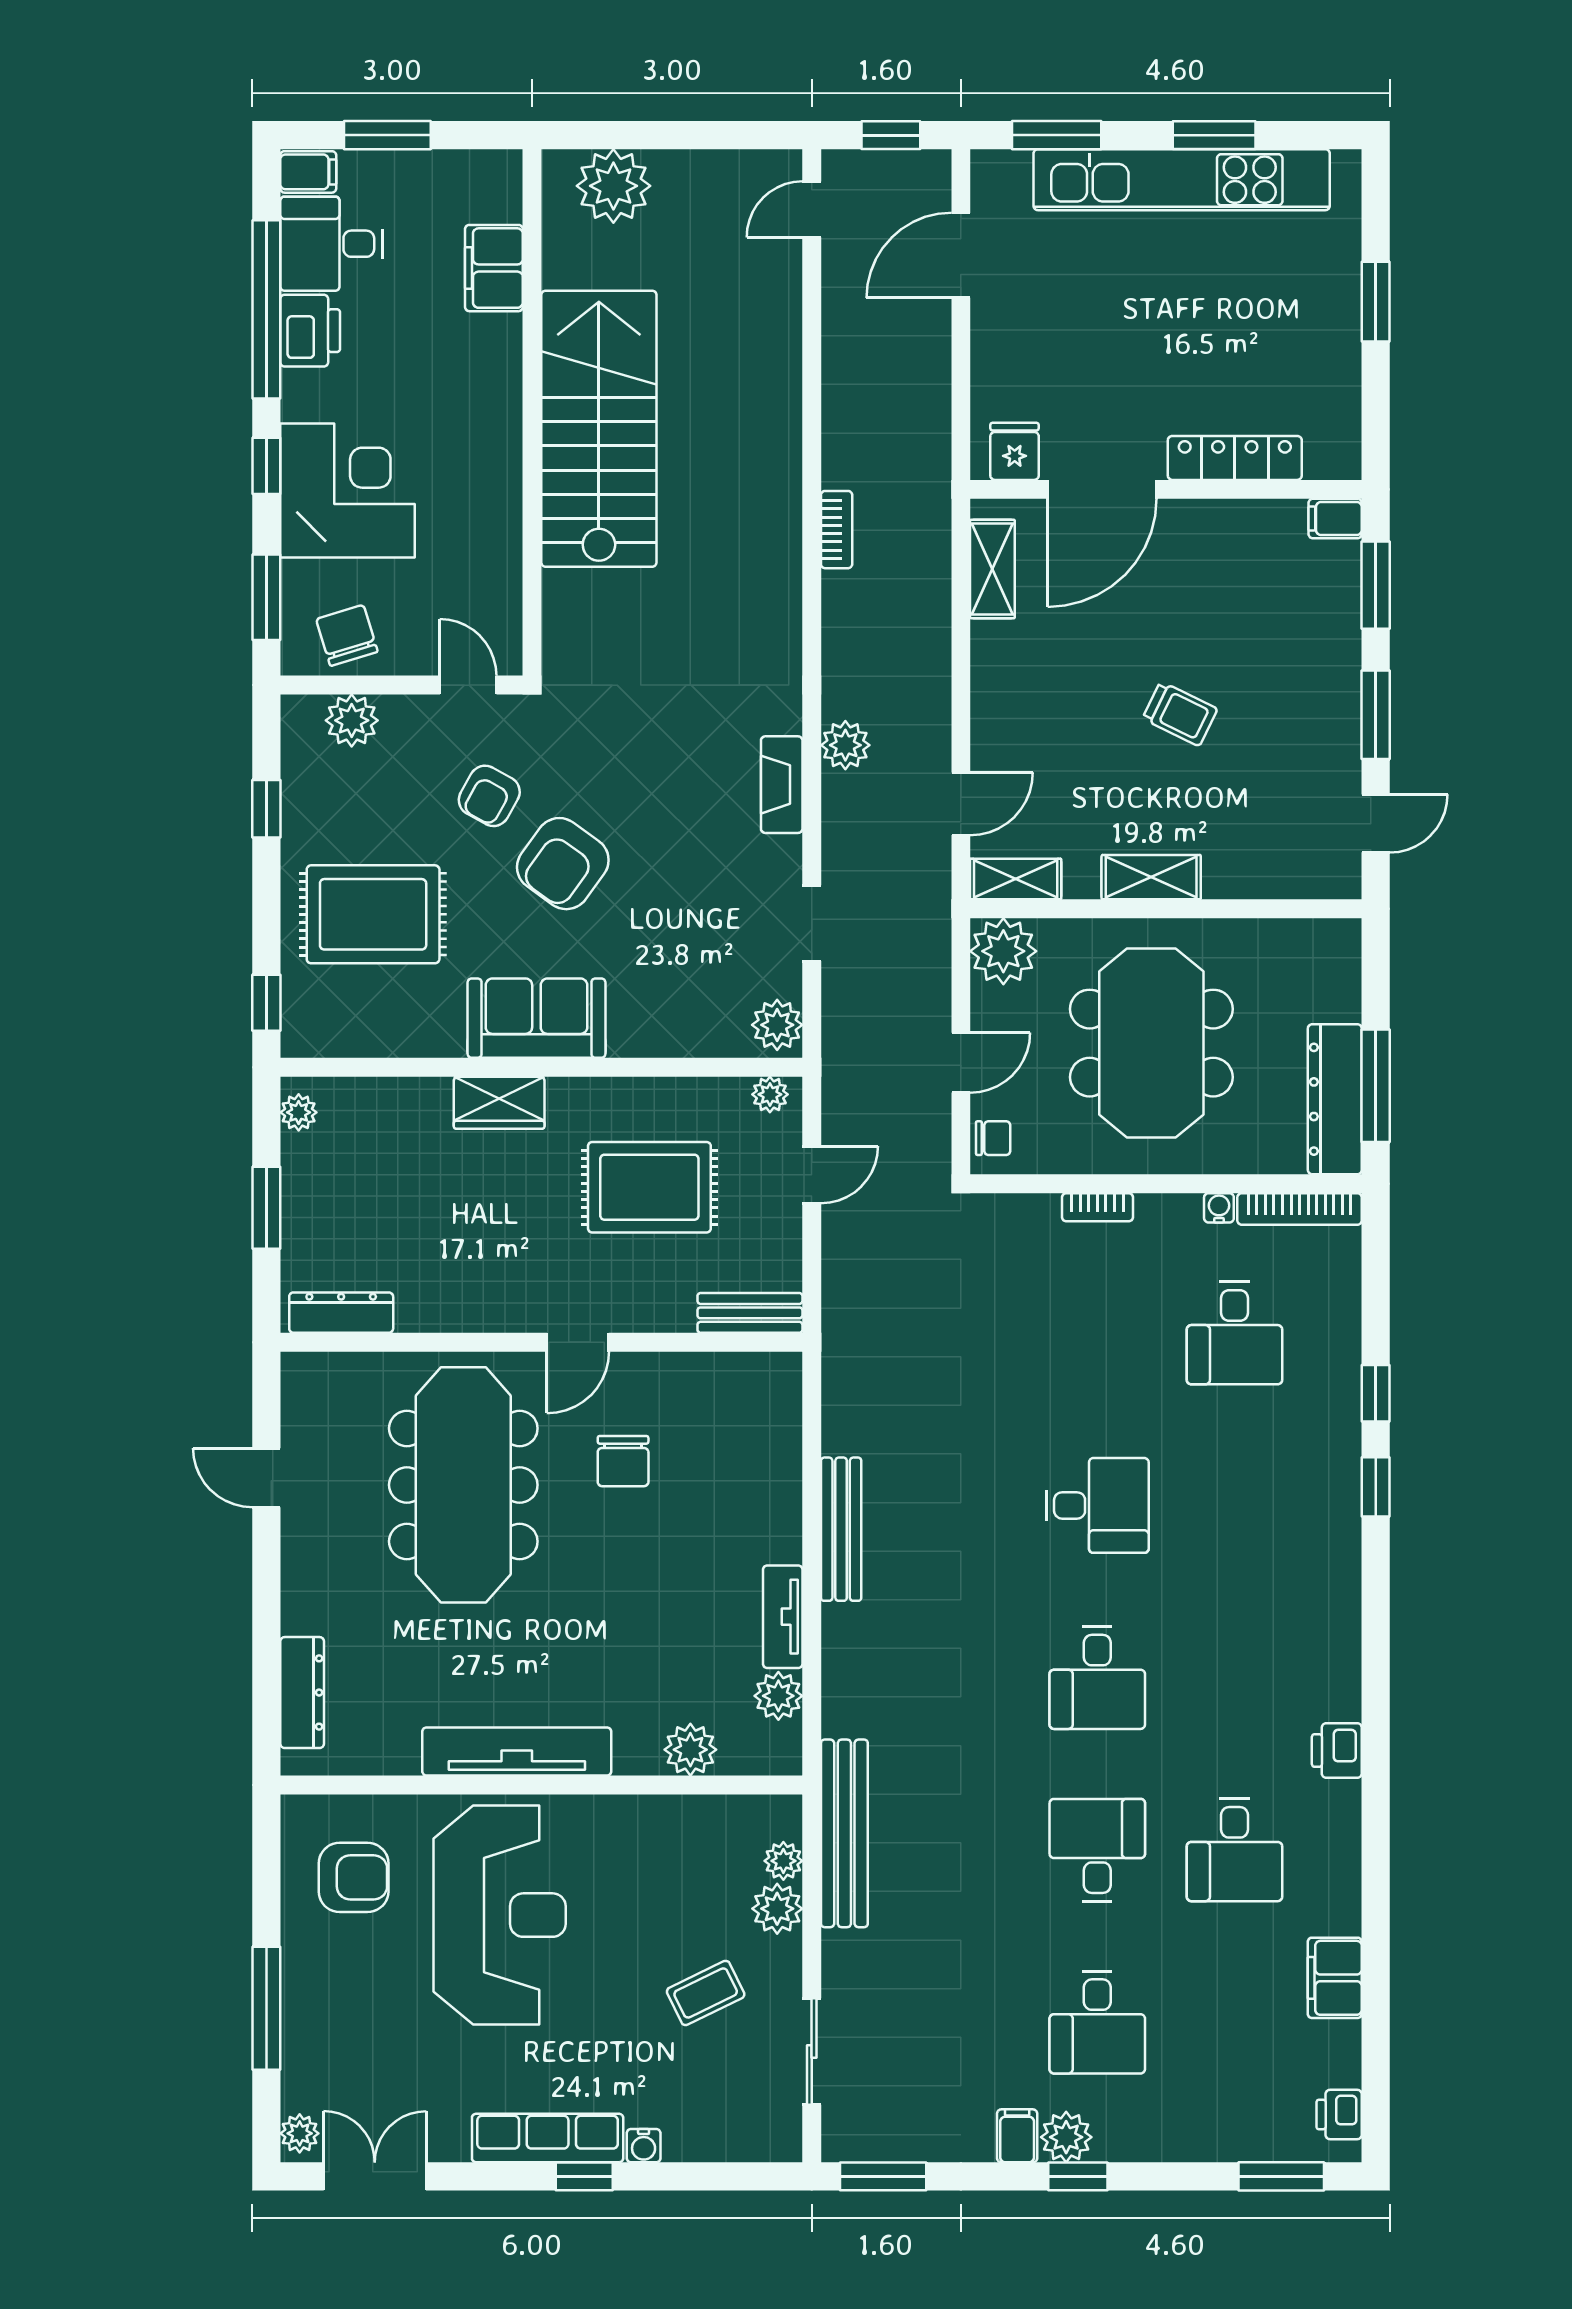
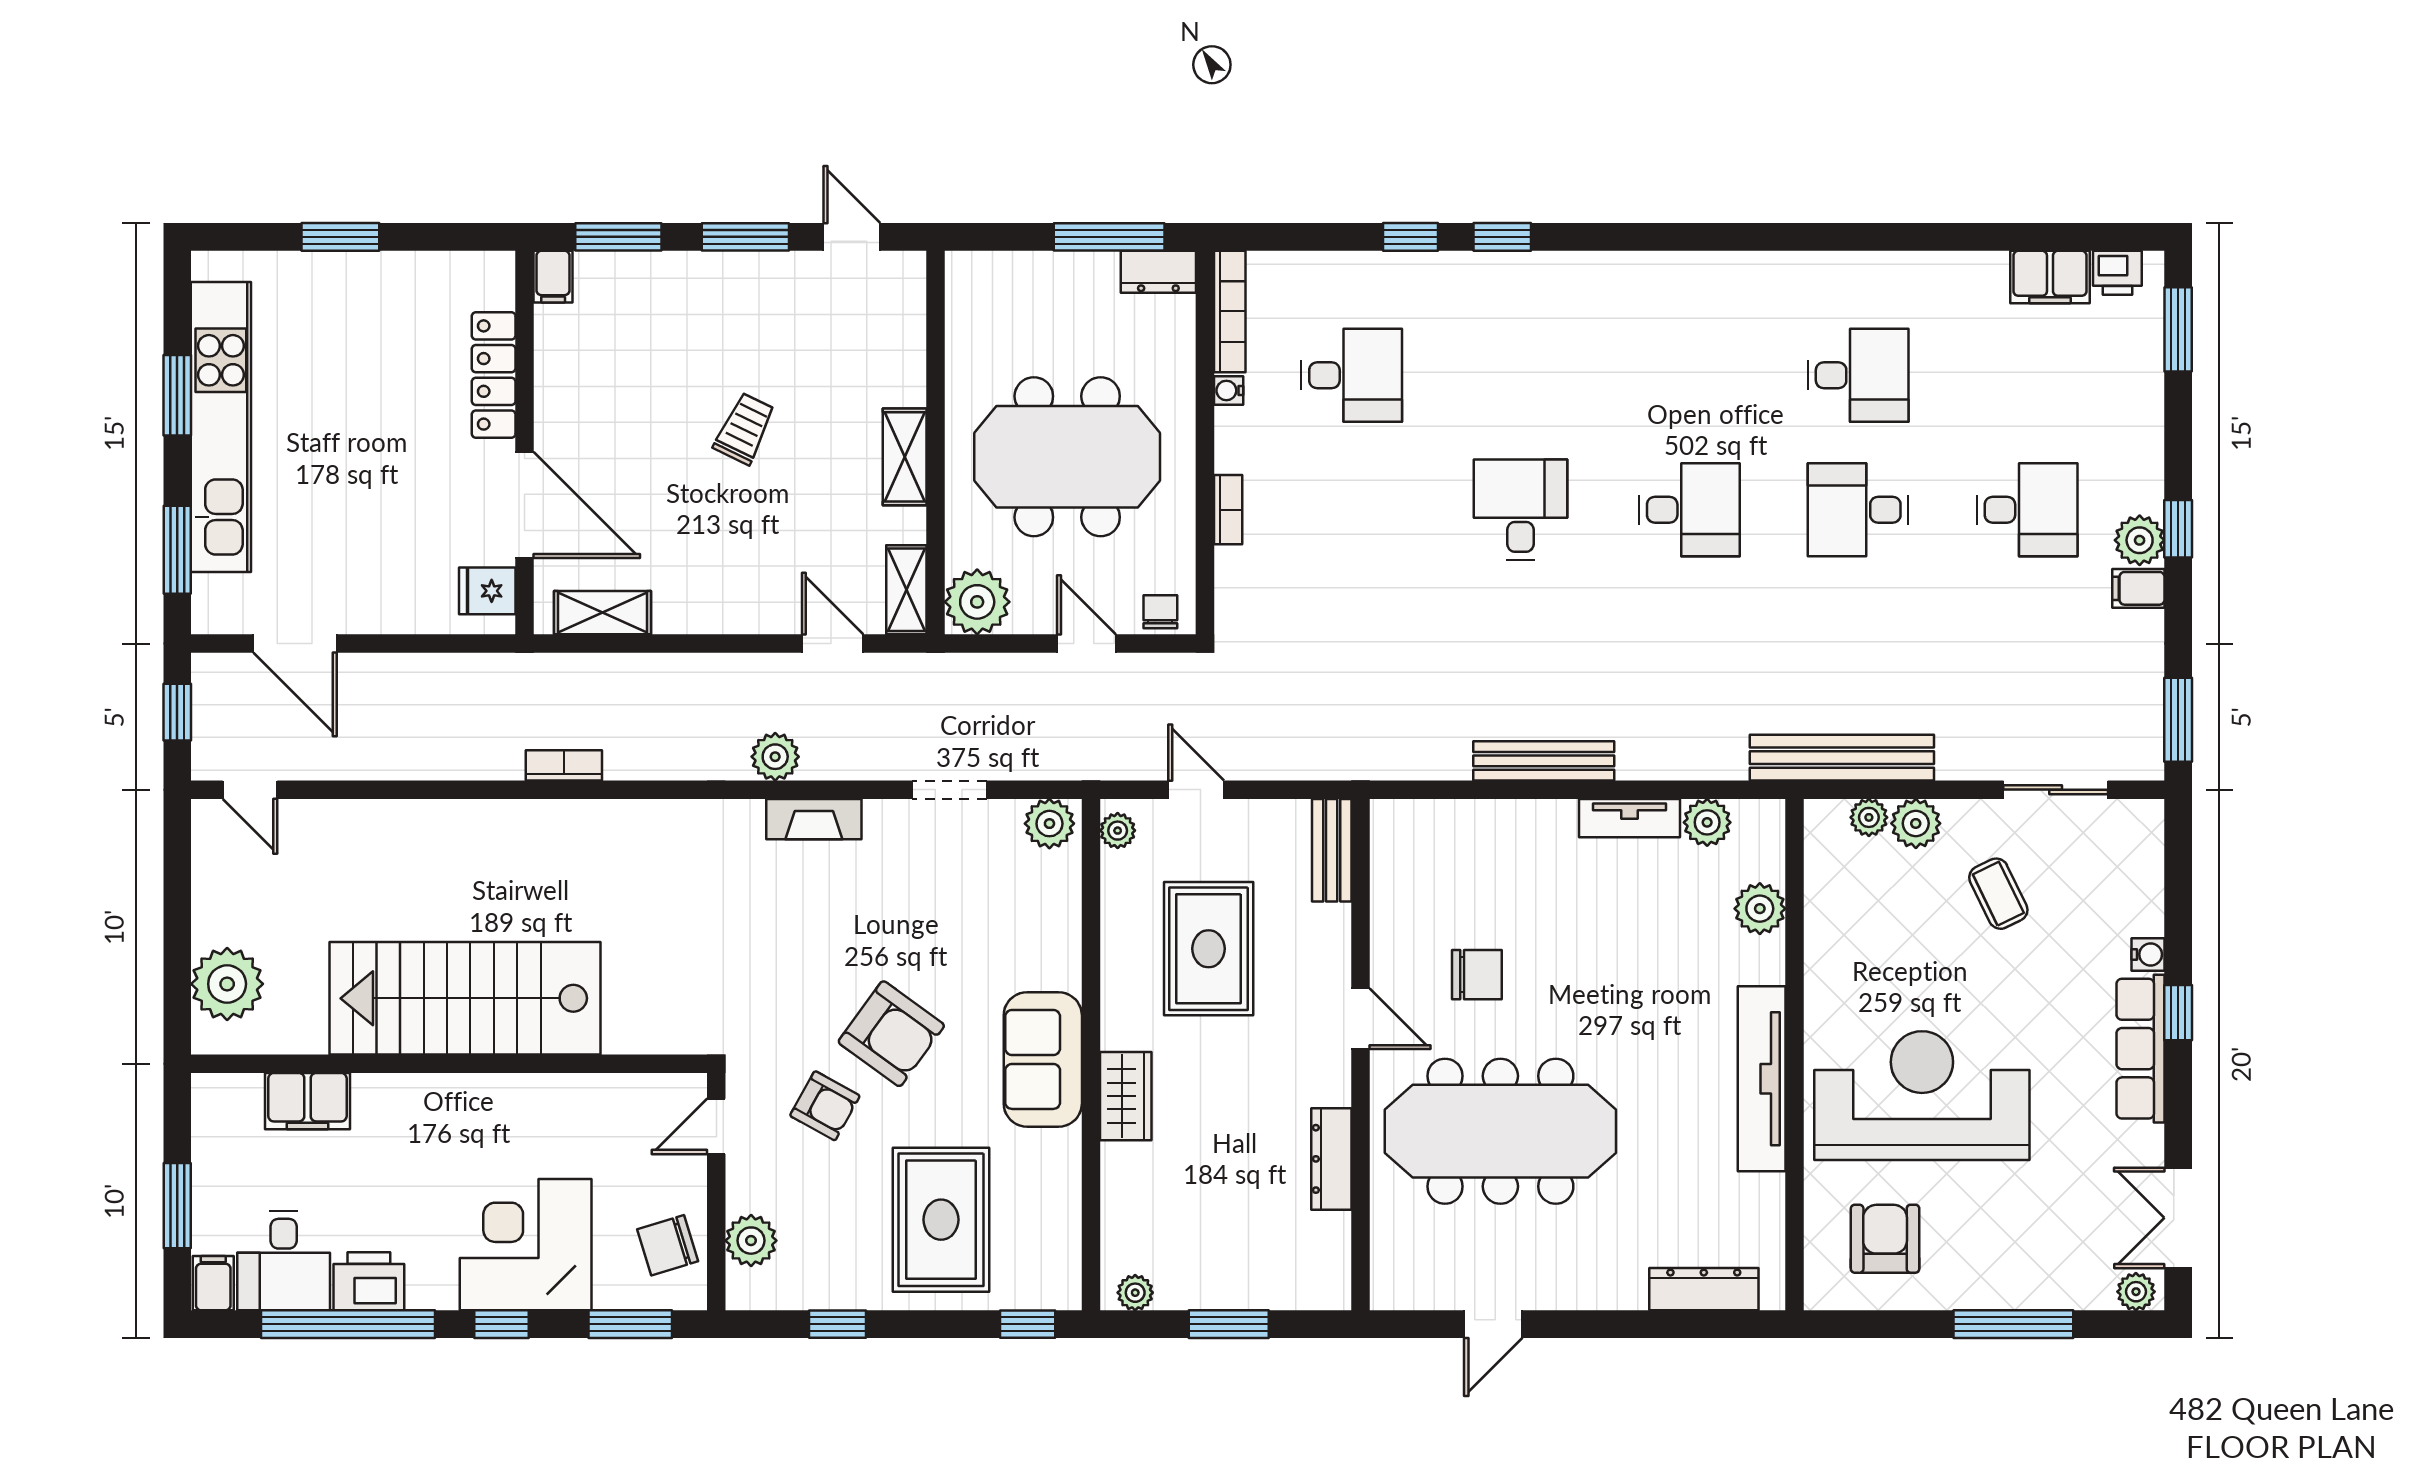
dresser: (1335, 1099) -> (1158, 272), width x0.51, depth x0.80
dresser: (341, 1313) -> (1331, 1159), moved
printer: (1337, 1751) -> (1761, 275), removed
filing cabinet: (1335, 1978) -> (2050, 277), moved

